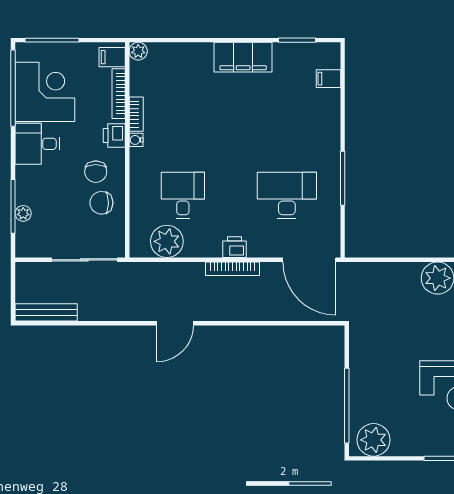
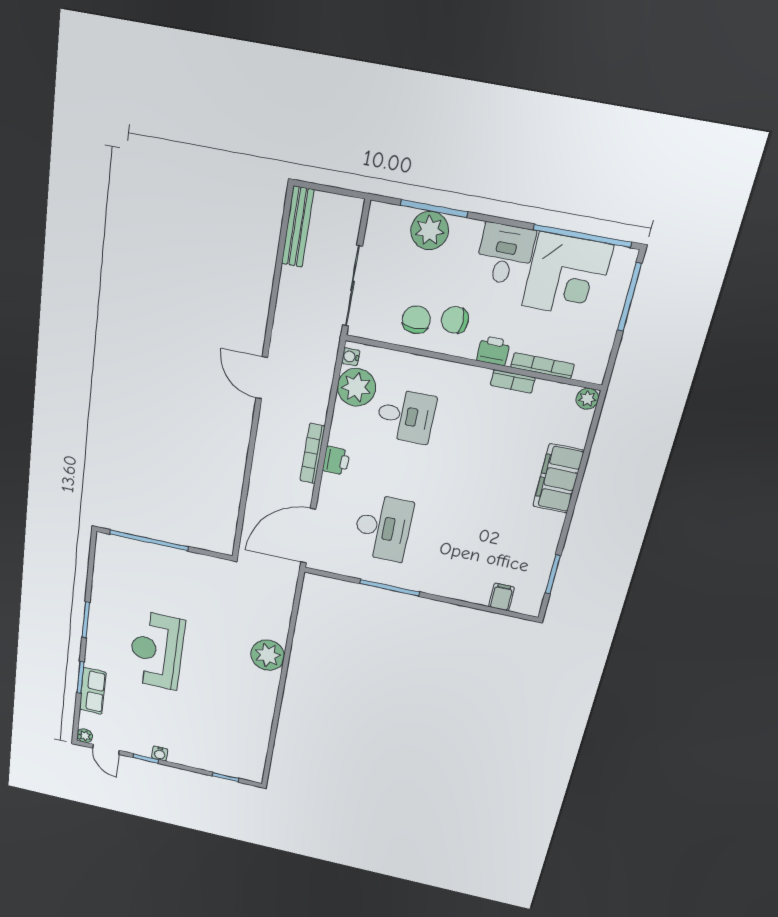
filing cabinet: (112, 57) -> (588, 367), removed
filing cabinet: (243, 57) -> (558, 478), moved
water cooler: (136, 140) -> (351, 357), moved, turned -90
plant: (23, 213) -> (430, 230), width x1.88, depth x1.88
plant: (373, 440) -> (111, 559), removed

